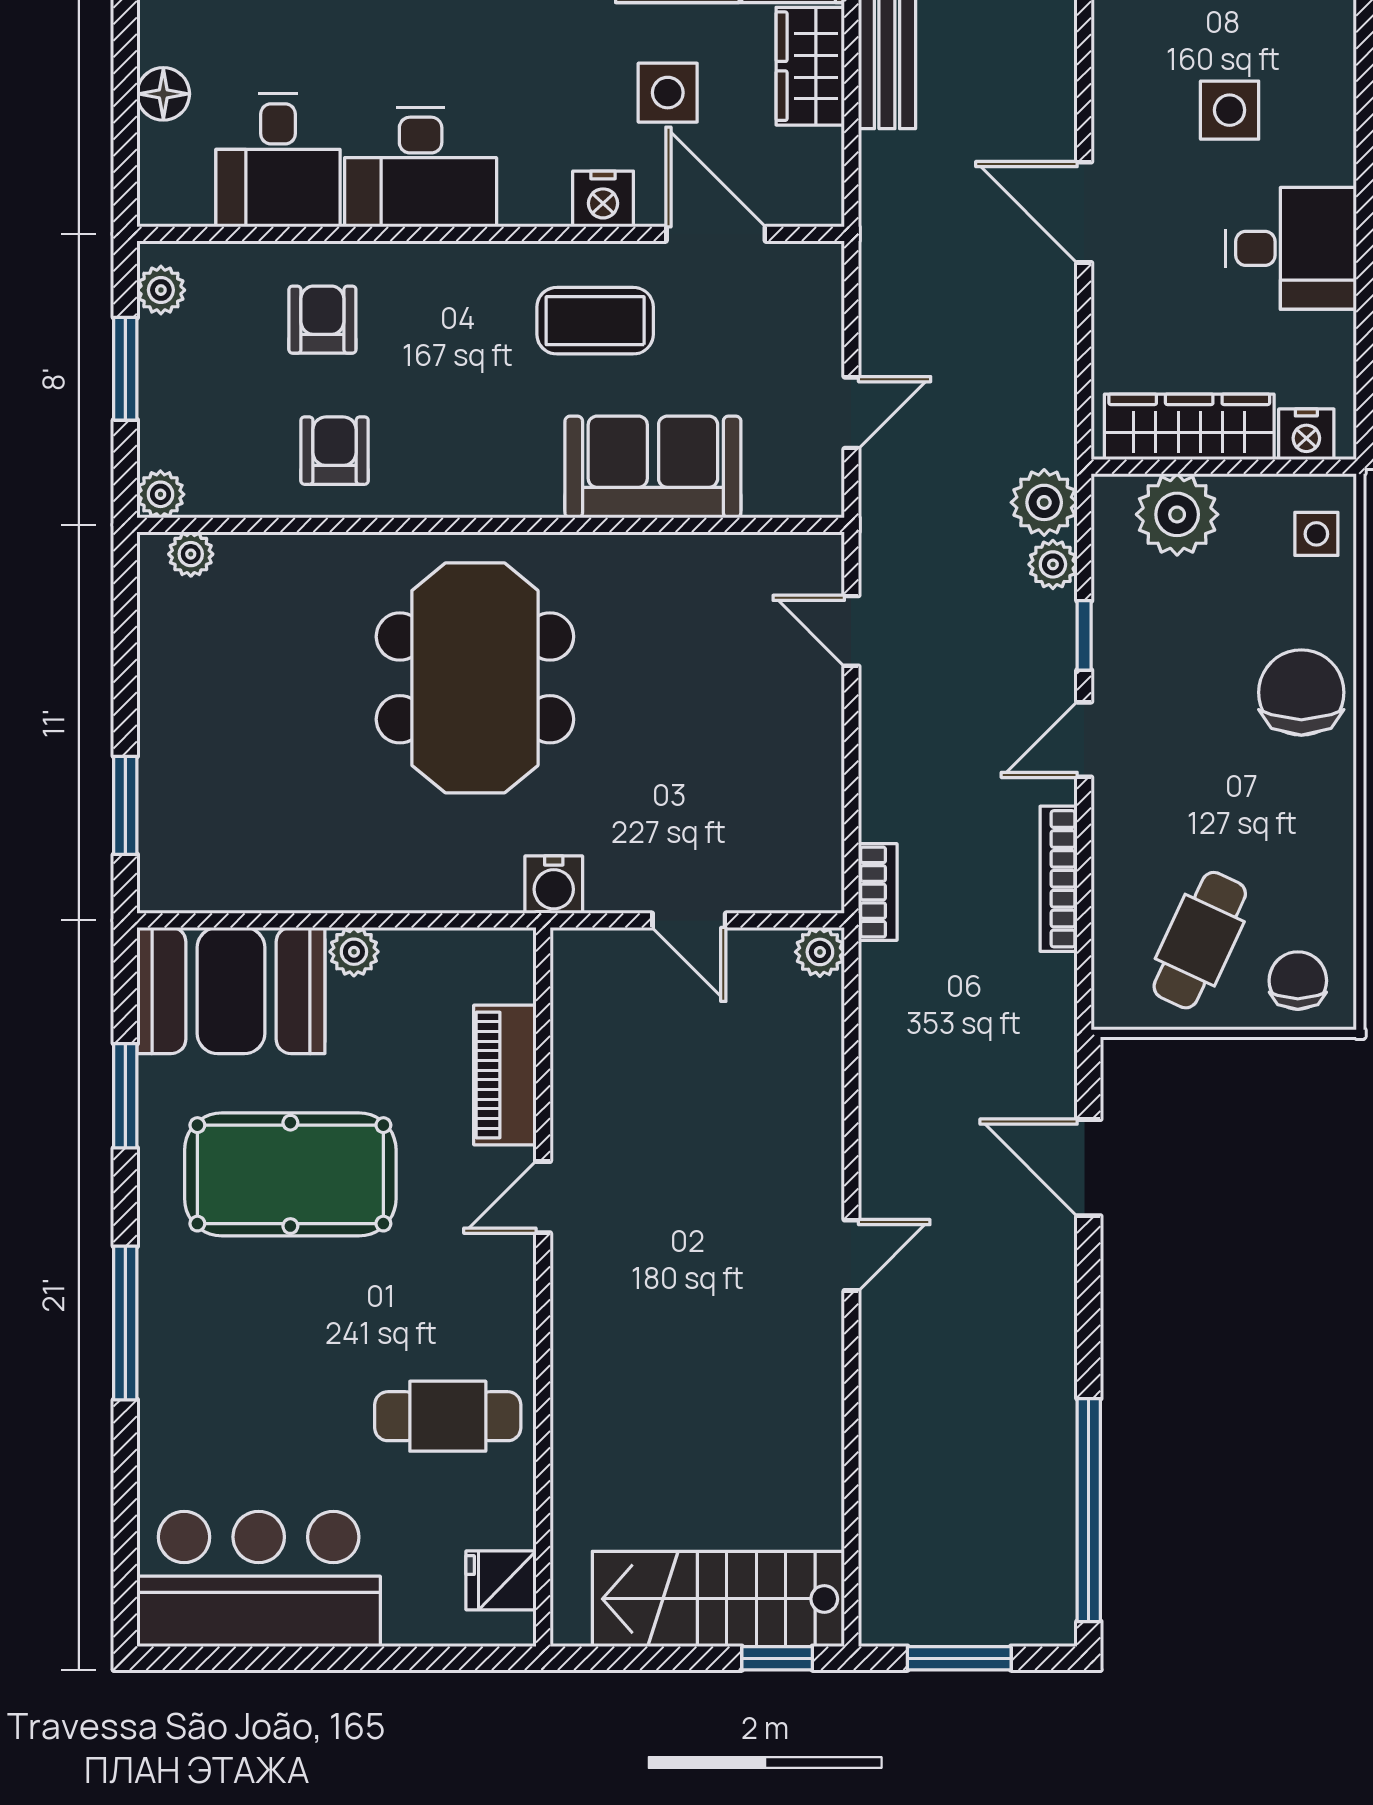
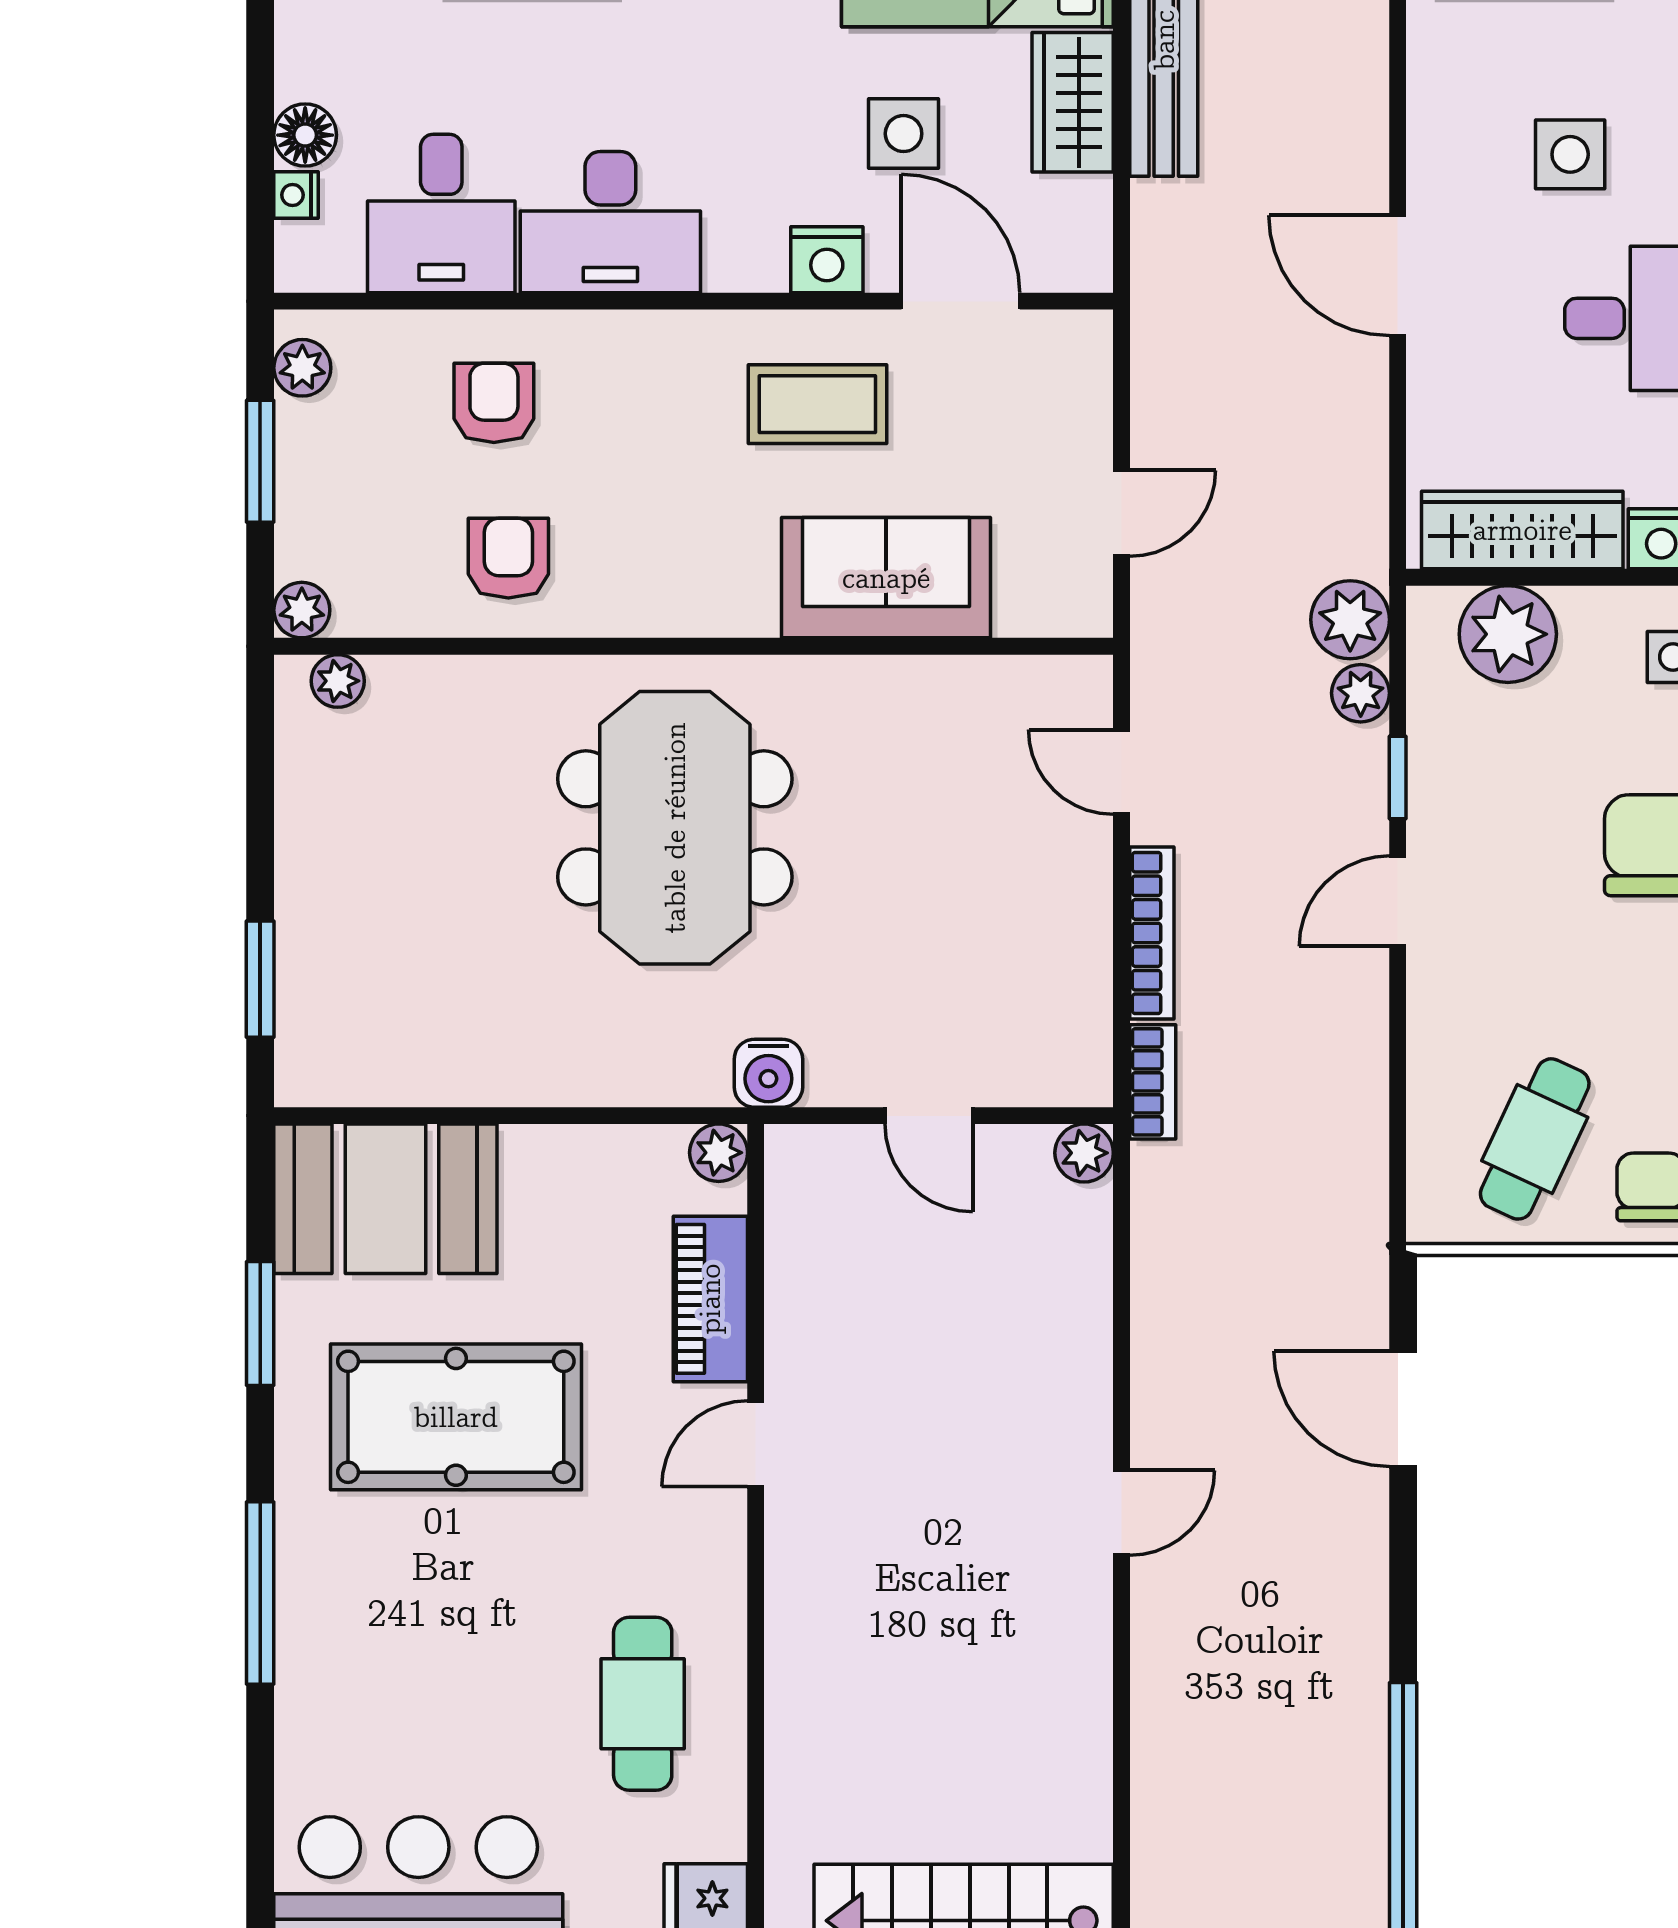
nightstand: (156, 144) -> (296, 195), added
bookcase: (1059, 879) -> (1152, 933), moved, turned 180
plant: (354, 952) -> (719, 1153), moved
cafe table: (448, 1416) -> (643, 1704), turned 90

